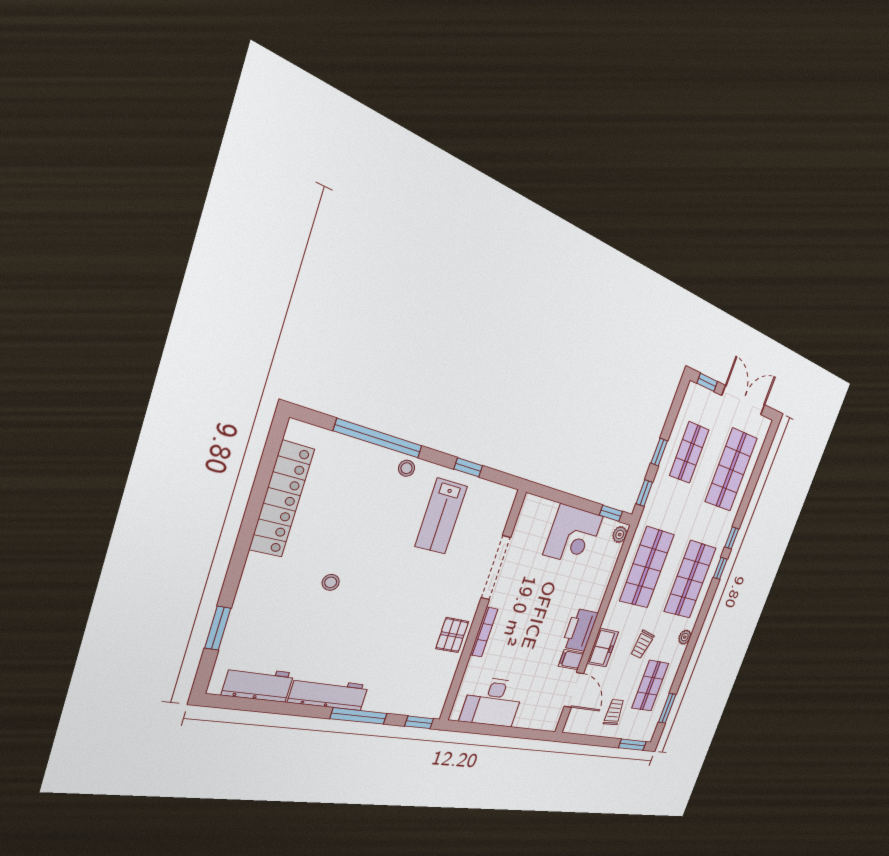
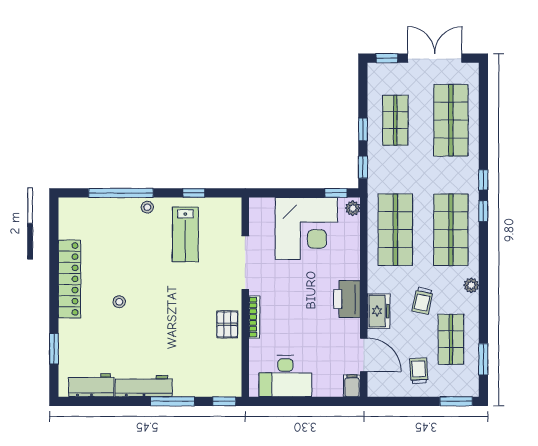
locker: (282, 499) -> (69, 279), moved
corner desk: (573, 535) -> (306, 228), width x1.36, depth x1.36
filing cabinet: (571, 660) -> (352, 386), moved, turned 90

